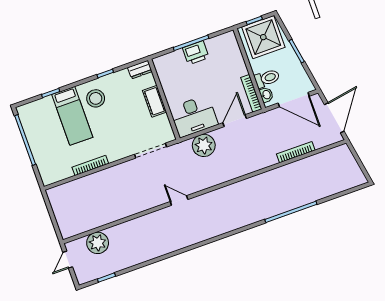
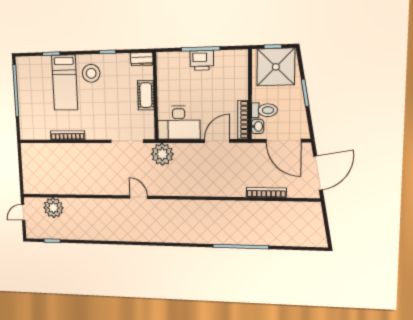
plant: (204, 145) -> (162, 154), moved

